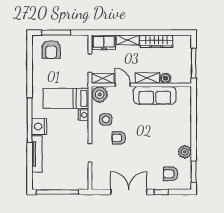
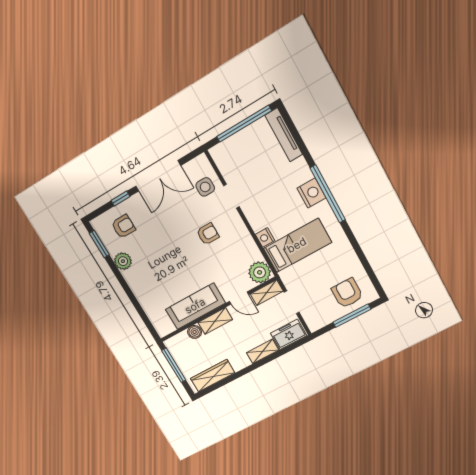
wardrobe: (156, 41) -> (213, 376), moved
side table: (106, 119) -> (205, 187), moved
tv unit: (37, 154) -> (284, 135), moved

